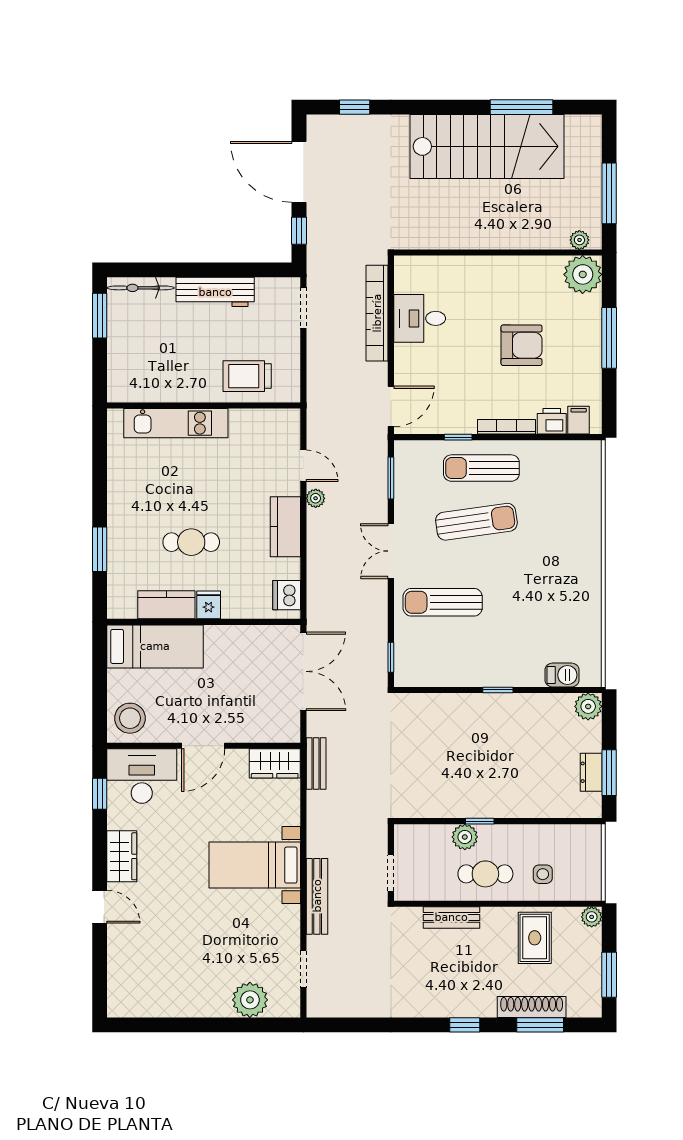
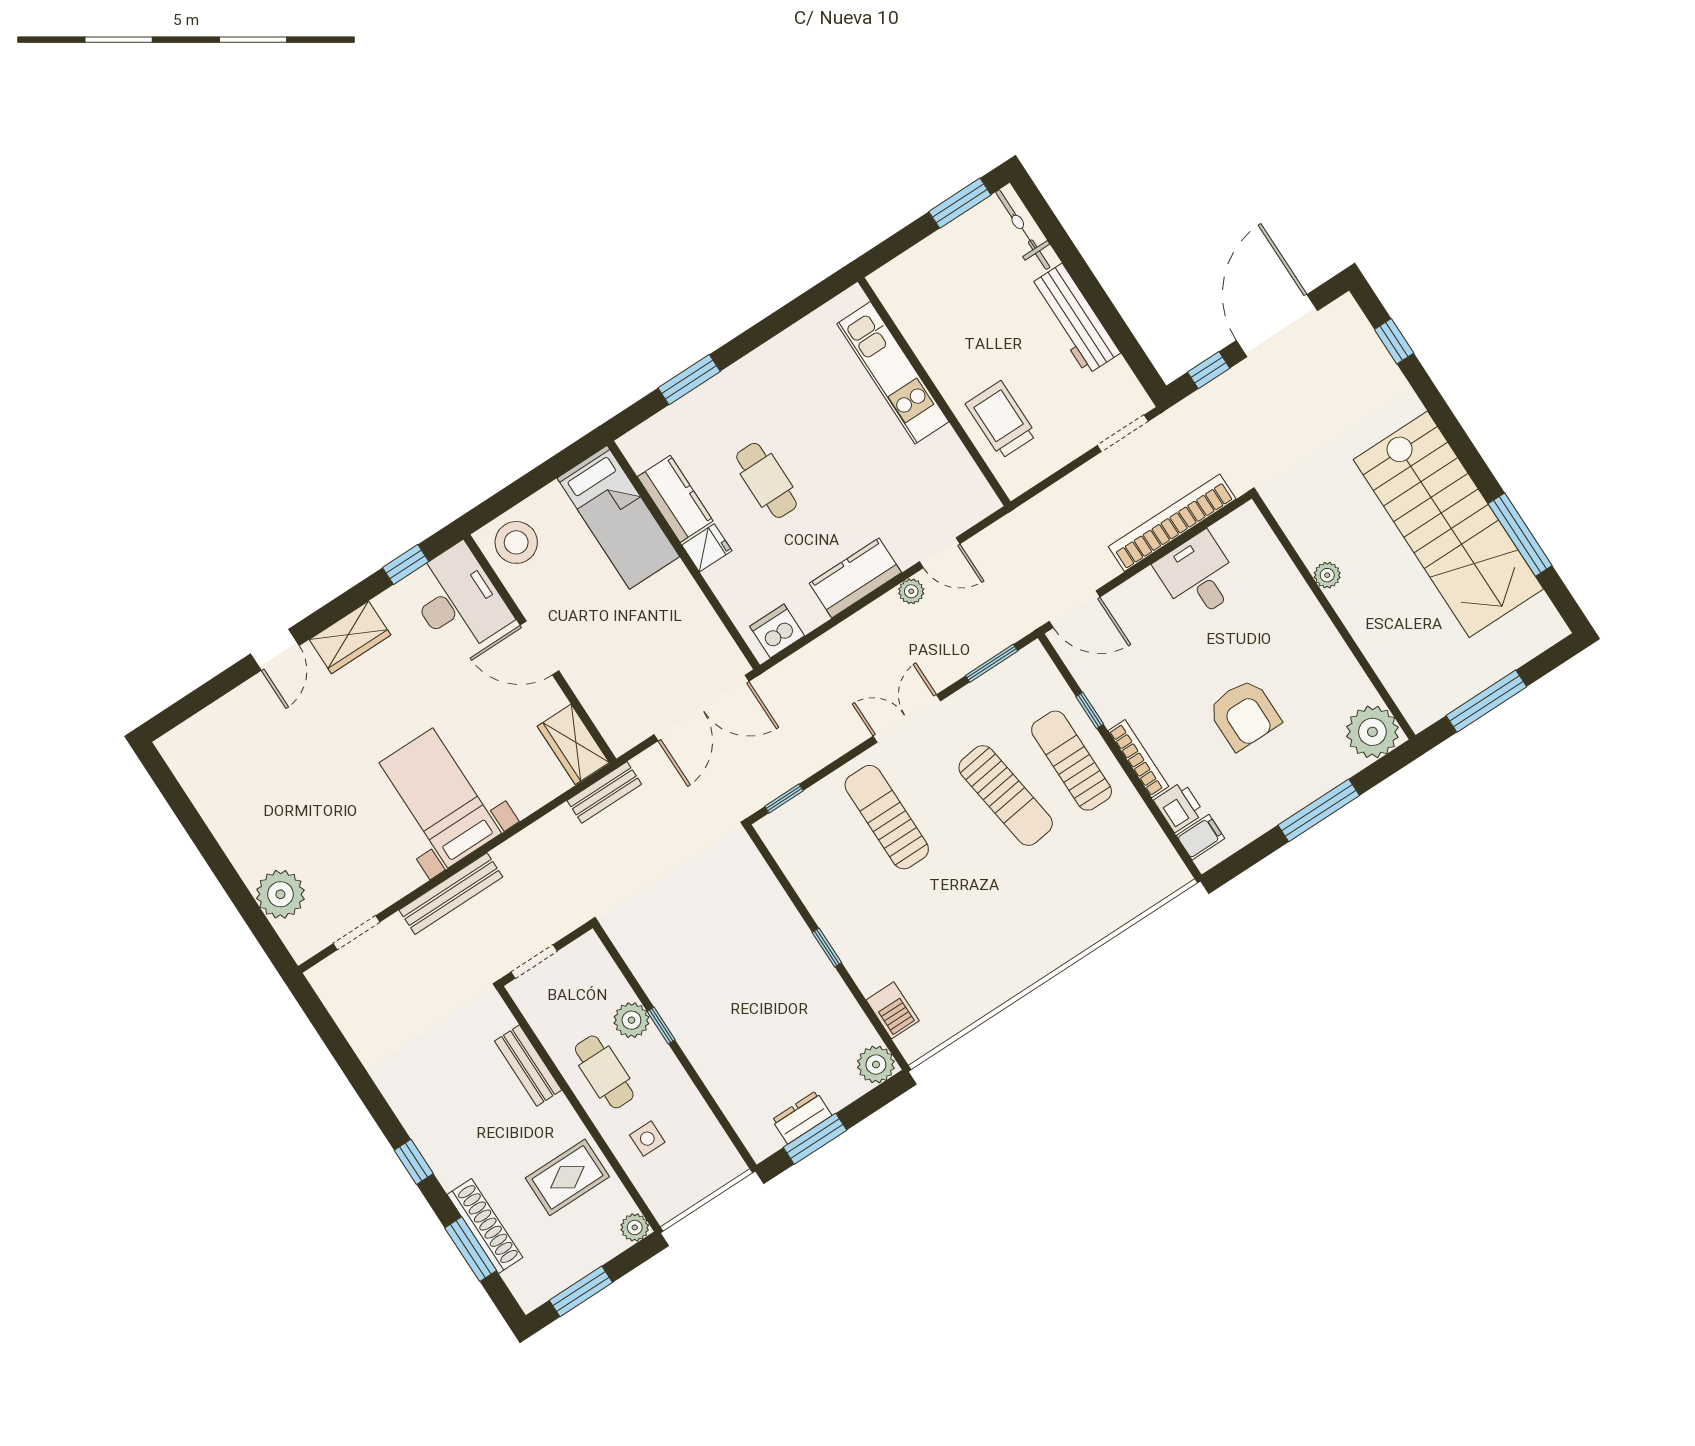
plant: (579, 240) -> (1327, 575), moved
door: (303, 466) -> (940, 553), hinge flipped

